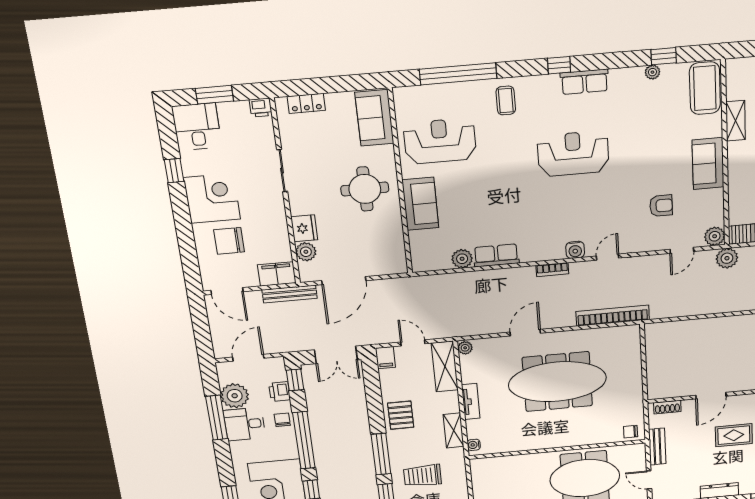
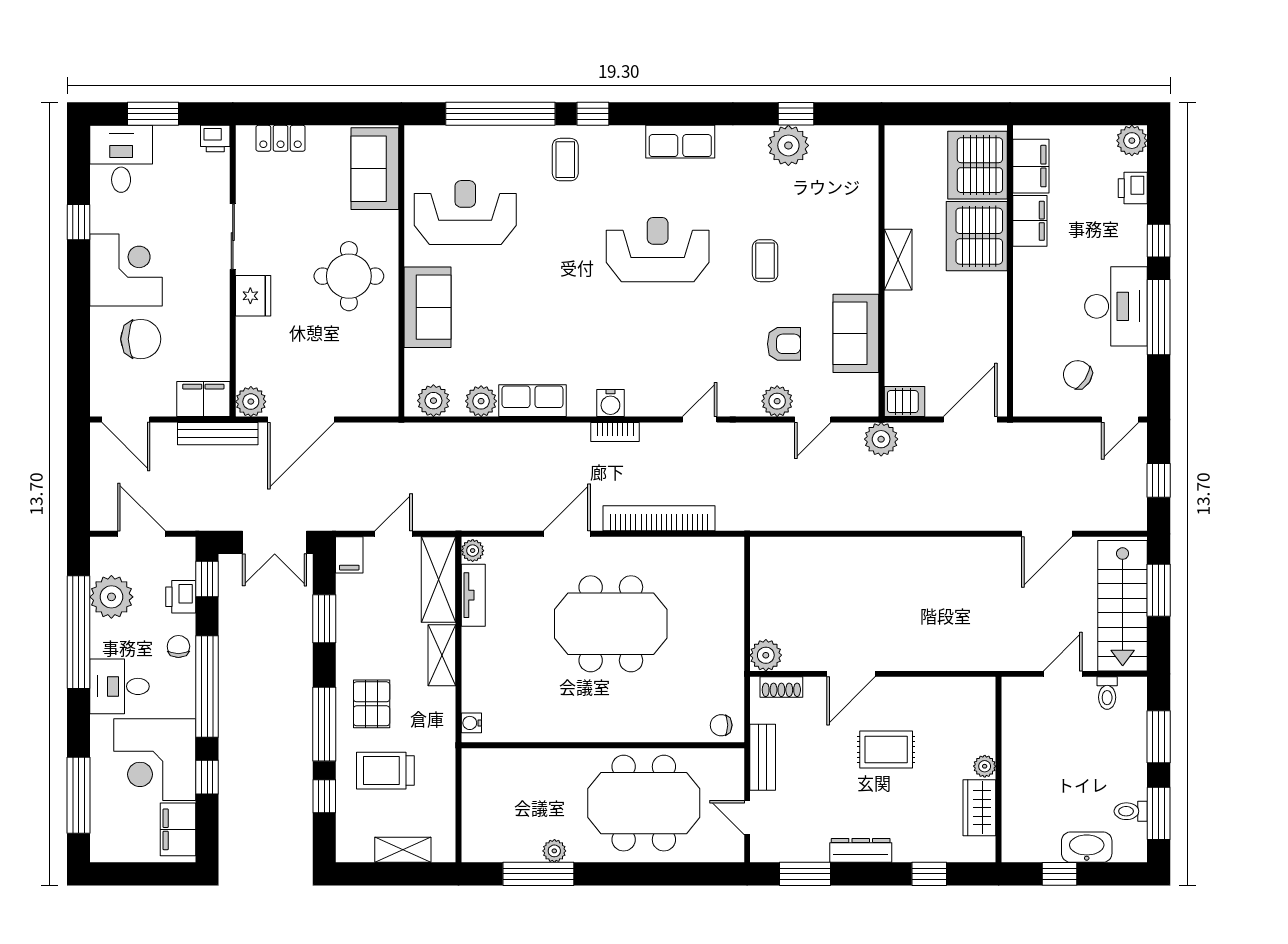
window: (559, 65) -> (593, 114), moved
plant: (652, 72) -> (788, 145), width x1.88, depth x1.88
coffee table: (705, 88) -> (765, 261), moved, width x0.54, depth x0.58
shelving: (736, 121) -> (898, 260), moved
sofa: (708, 164) -> (856, 333), moved
fridge: (304, 228) -> (253, 296), moved
plant: (715, 236) -> (777, 401), moved
chair: (229, 241) -> (141, 339), turned 180
water cooler: (575, 250) -> (610, 403), moved
plant: (306, 252) -> (251, 402), moved
plant: (430, 261) -> (433, 401), added
bookcase: (613, 316) -> (659, 518), moved
door: (413, 343) -> (394, 534), hinge flipped
door: (248, 358) -> (141, 534), hinge flipped
meeting table: (557, 382) -> (611, 624), width x0.73
plant: (657, 390) -> (766, 655), added
window: (374, 396) -> (324, 619), added
tv unit: (471, 401) -> (473, 595), moved
pallet: (401, 415) -> (372, 704), moved
window: (217, 418) -> (78, 632), width x1.46
desk: (245, 424) -> (120, 686), moved
shelving: (454, 430) -> (442, 655), moved

